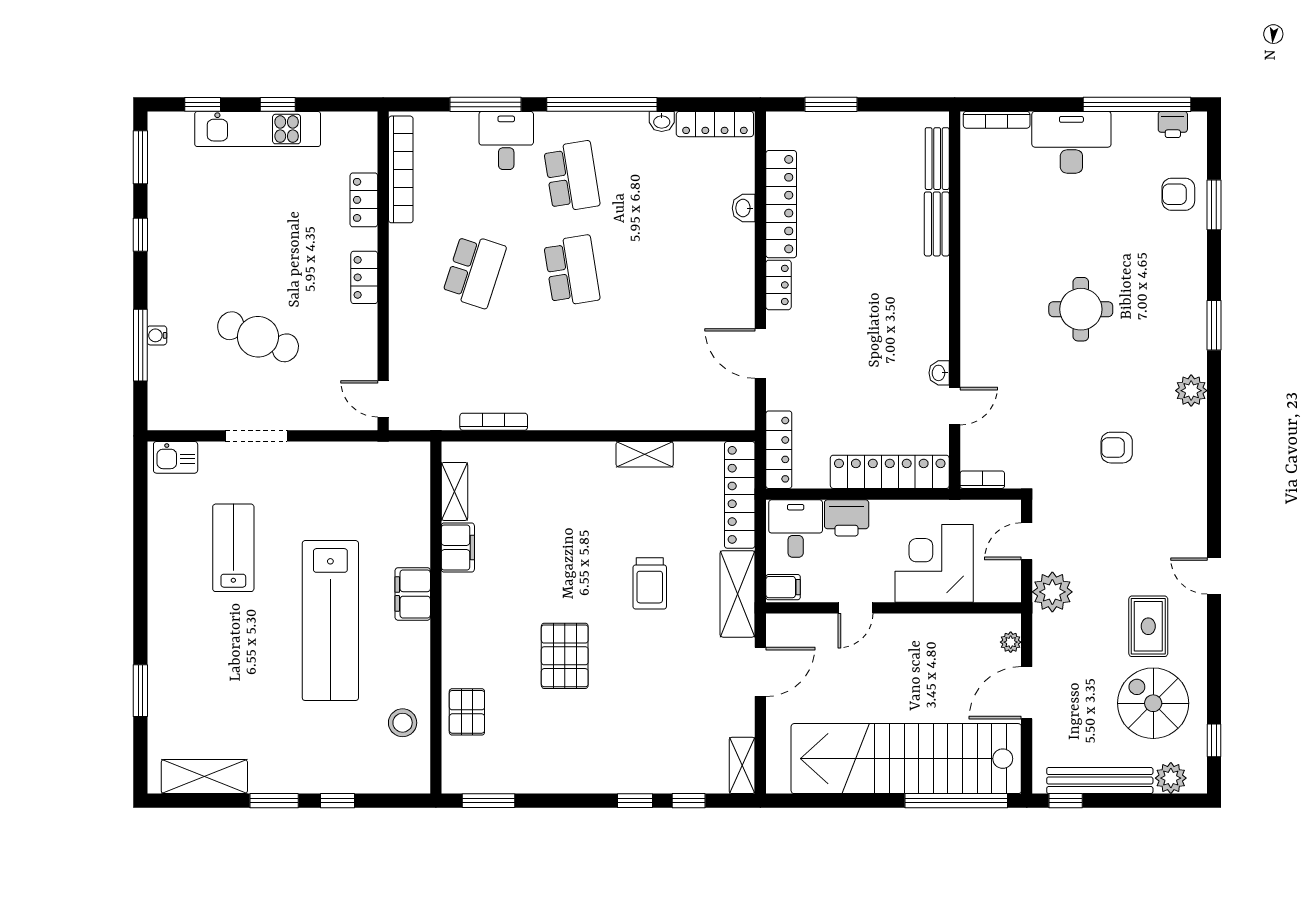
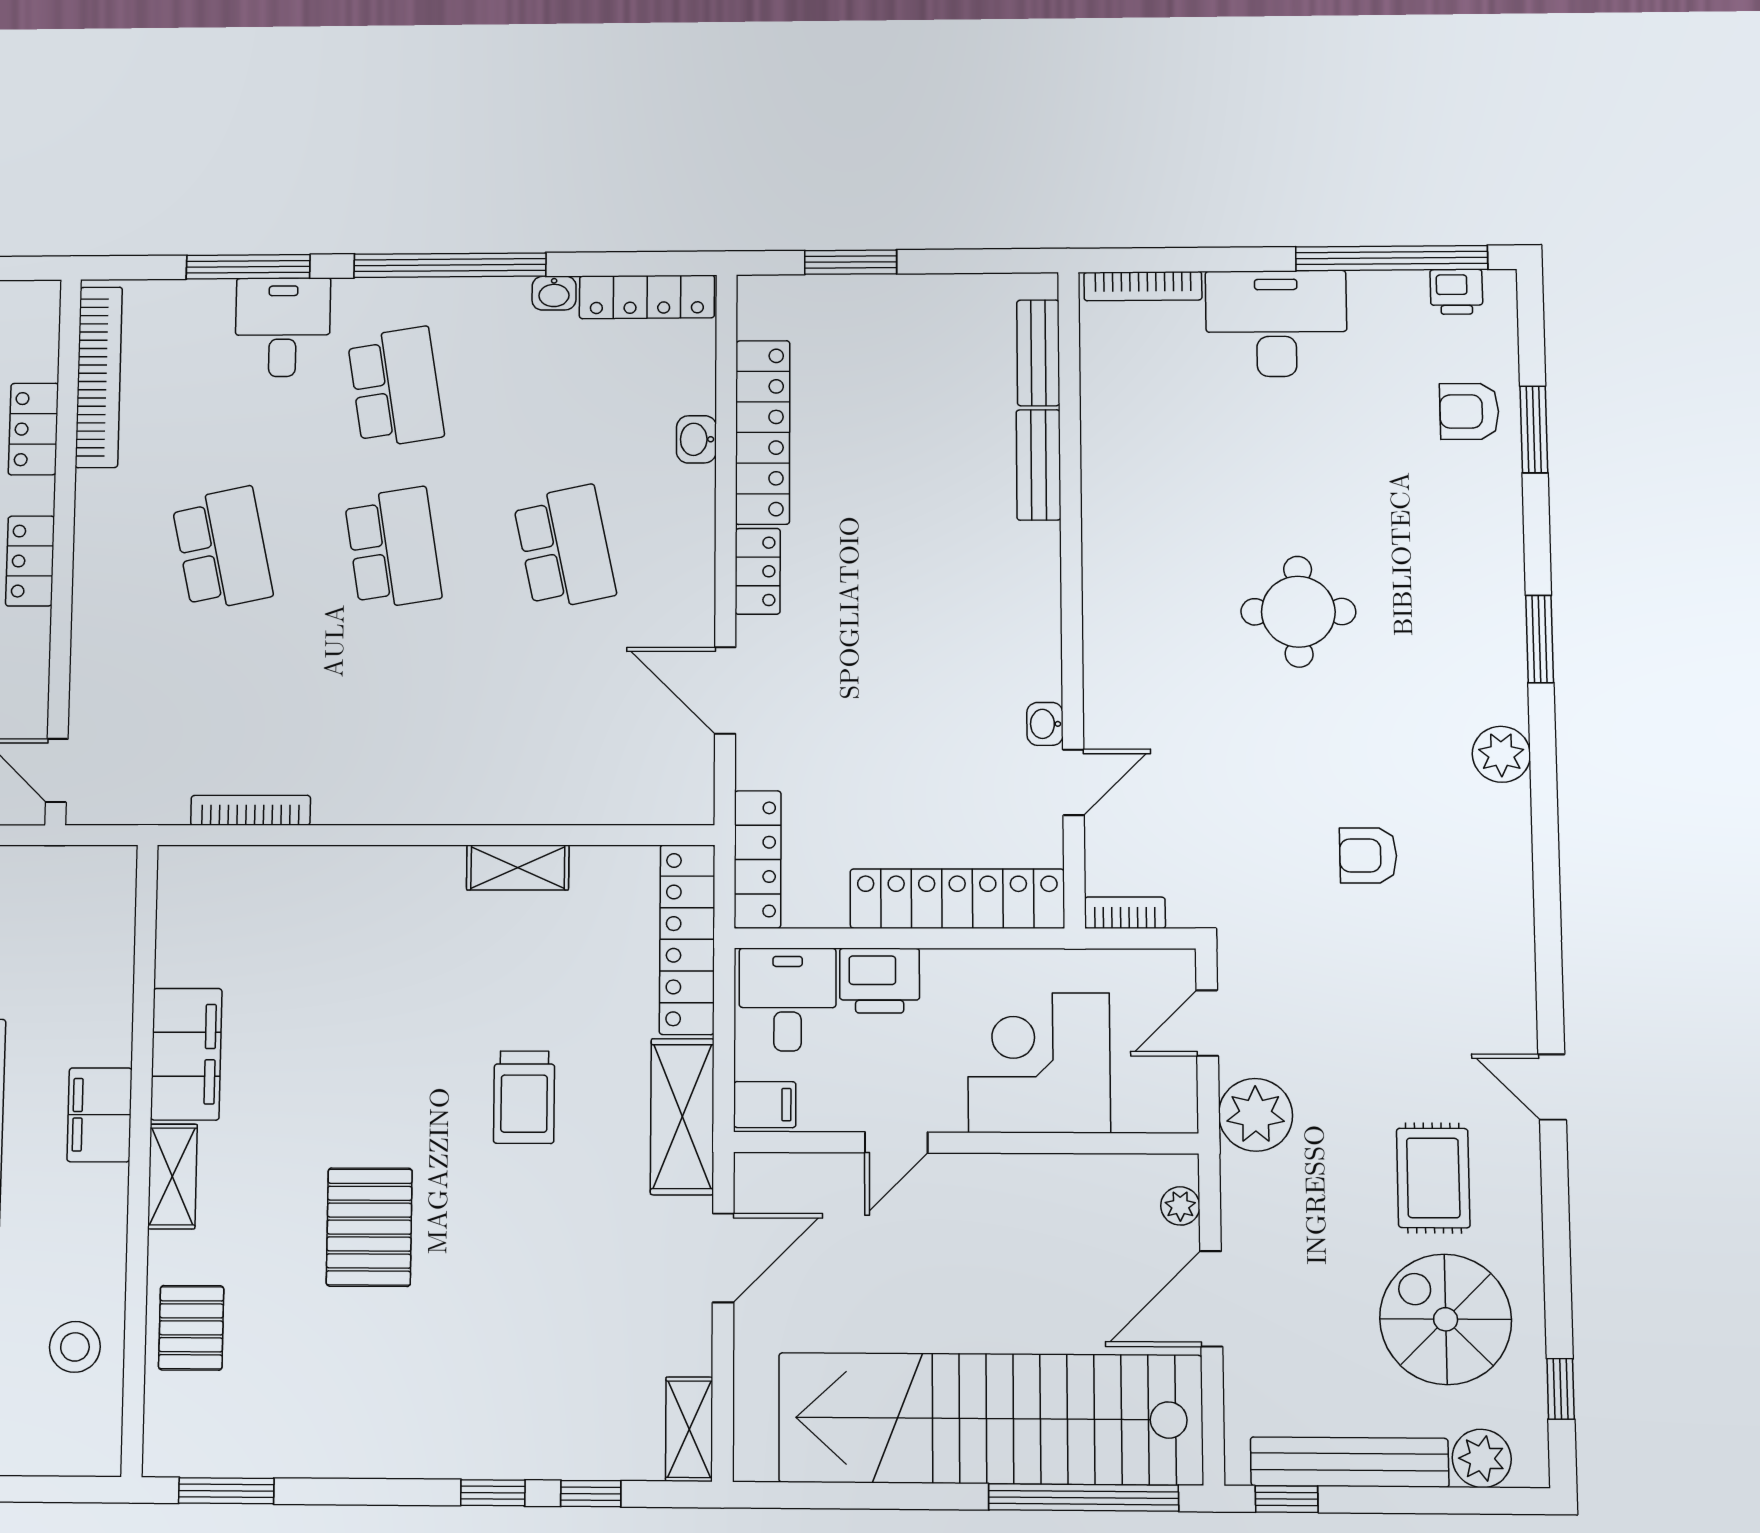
school desk: (474, 271) -> (222, 549), turned -30
school desk: (669, 271) -> (565, 548), added
shelving: (454, 491) -> (172, 1176), moved
filing cabinet: (458, 547) -> (186, 1054), width x1.50, depth x1.17

